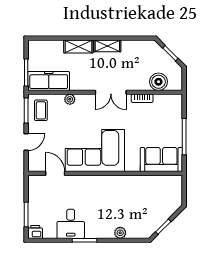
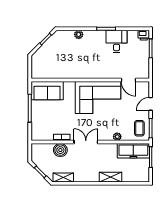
shelving: (107, 46) -> (63, 178), moved
boiler: (158, 82) -> (60, 150), moved

